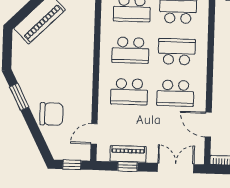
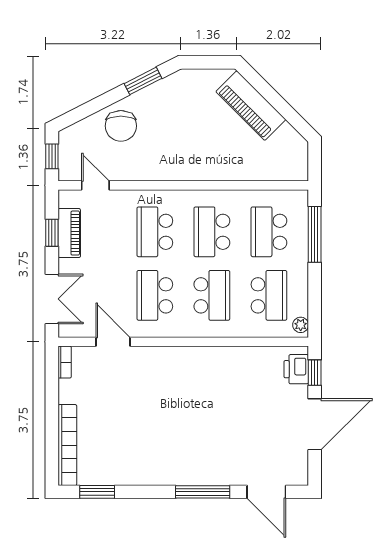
door: (208, 125) -> (113, 342), hinge flipped

